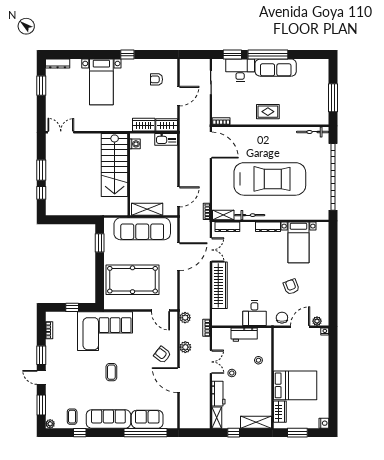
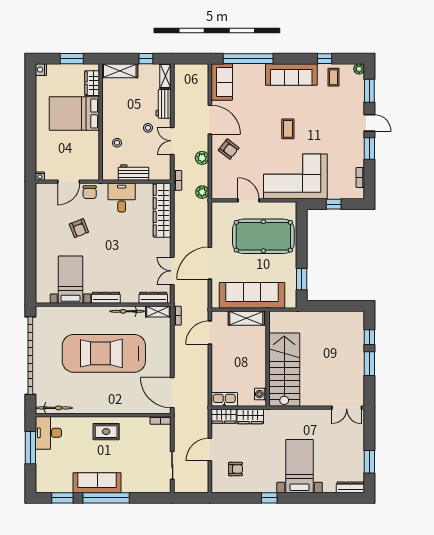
window: (232, 55) -> (62, 498), moved
desk: (240, 70) -> (48, 433), moved, turned 90
wardrobe: (220, 285) -> (162, 210), moved
door: (160, 311) -> (249, 200), moved
plant: (317, 321) -> (49, 188), removed
sofa: (147, 419) -> (222, 82), moved, turned -90

